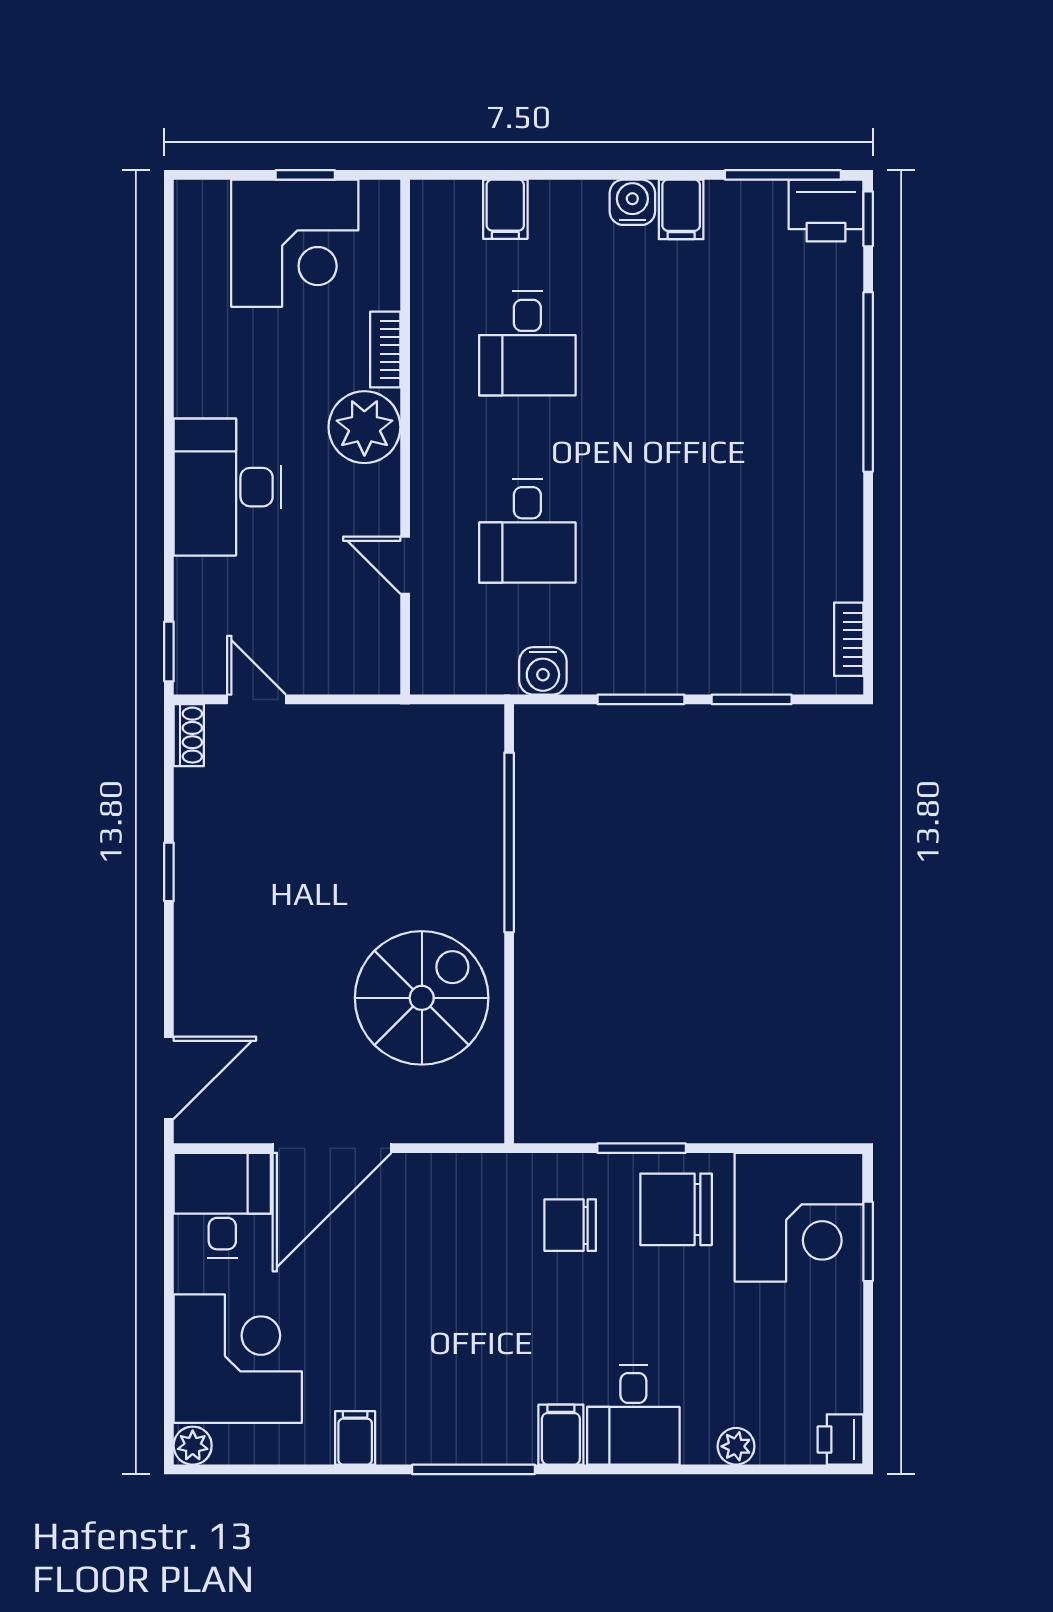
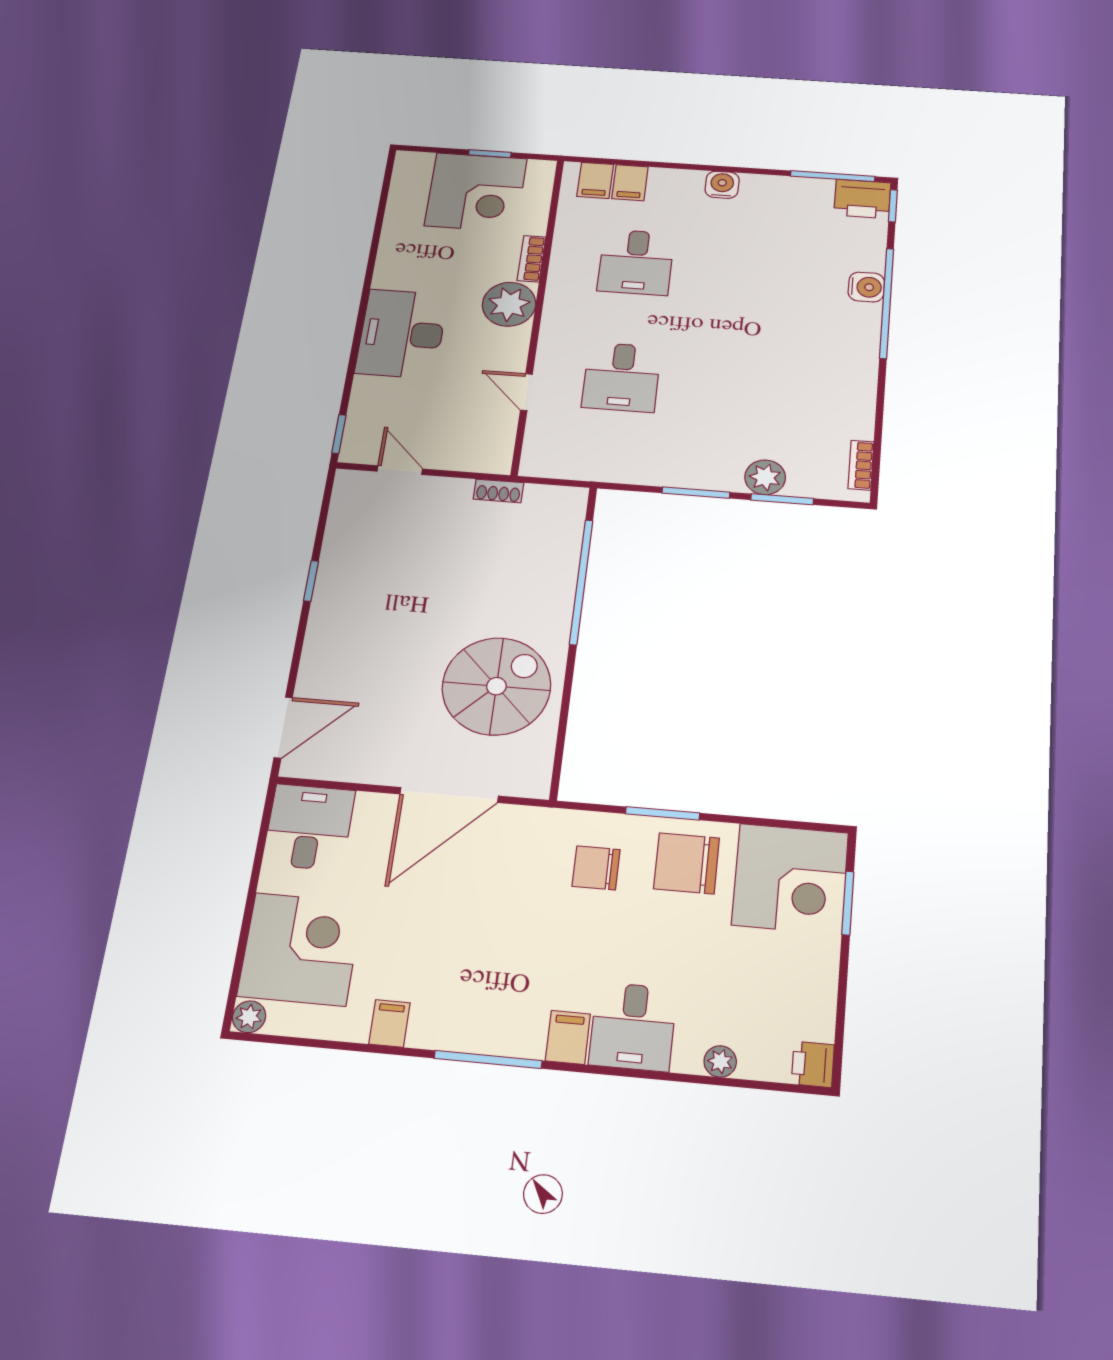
filing cabinet: (681, 209) -> (595, 180), moved
plant: (727, 668) -> (765, 477), added
water cooler: (543, 671) -> (866, 287), moved, turned -90
shoe rack: (189, 735) -> (499, 491), moved, turned 90
door: (332, 1148) -> (449, 795), moved

